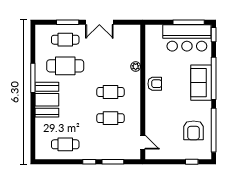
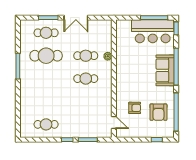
armchair: (155, 84) -> (135, 108), moved
booth: (47, 100) -> (30, 85), removed
cafe table: (111, 118) -> (86, 56), moved

